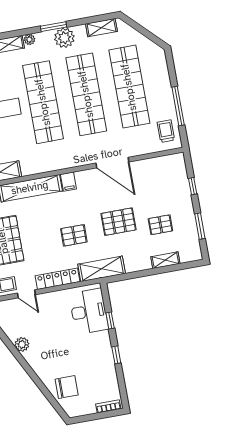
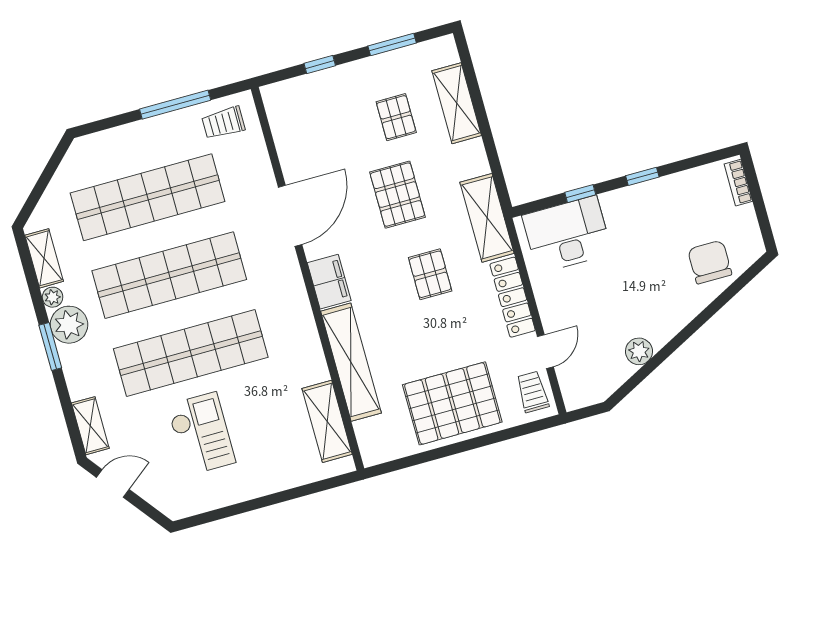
plant: (29, 39) -> (53, 297), moved
filing cabinet: (68, 182) -> (329, 282), width x2.00
shelving: (165, 260) -> (457, 103), width x1.50, depth x1.33

